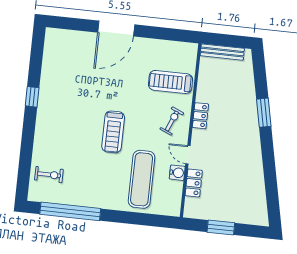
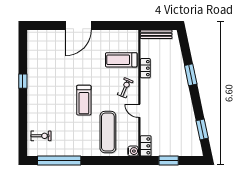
locker: (200, 116) -> (145, 68), moved
water cooler: (177, 173) -> (133, 151), moved
locker: (194, 183) -> (146, 146), moved
window: (272, 190) -> (202, 129), added

